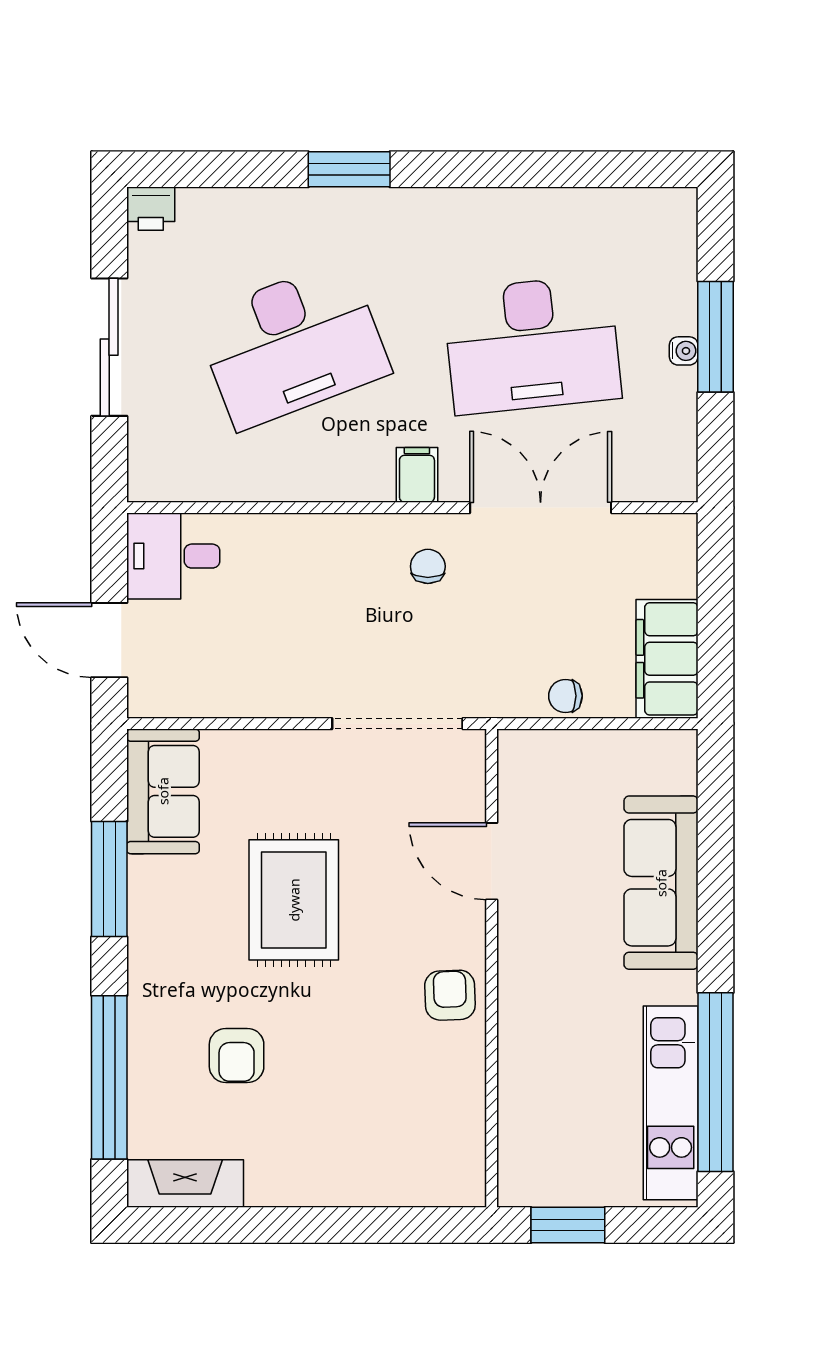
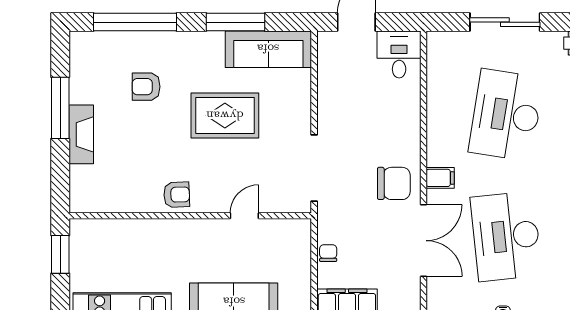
desk: (293, 345) -> (506, 115), turned 30
chair: (428, 566) -> (394, 183), width x1.87, depth x1.87
sofa: (163, 791) -> (268, 49), width x1.36
door: (492, 861) -> (244, 216), width x0.73
fireplace: (185, 1183) -> (81, 134), moved
window: (279, 1225) -> (60, 108), added

